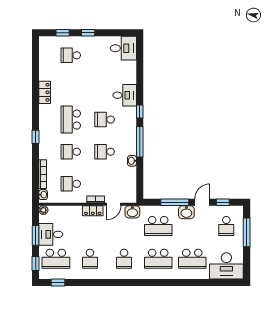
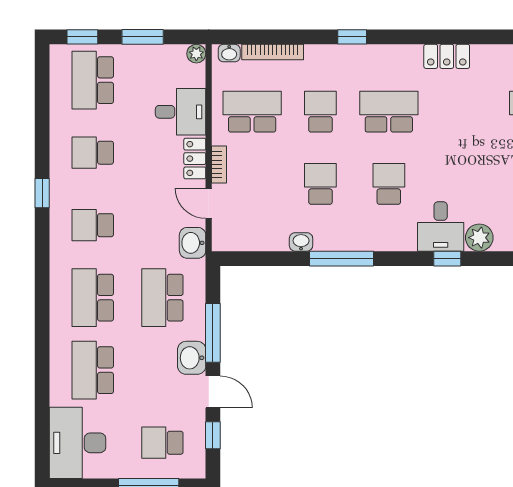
plant: (130, 77) -> (479, 238), added
window: (140, 111) -> (447, 259), moved
school desk: (71, 184) -> (252, 112), width x1.85
desk: (51, 234) -> (181, 112), moved, turned 90
window: (58, 283) -> (42, 193), moved

